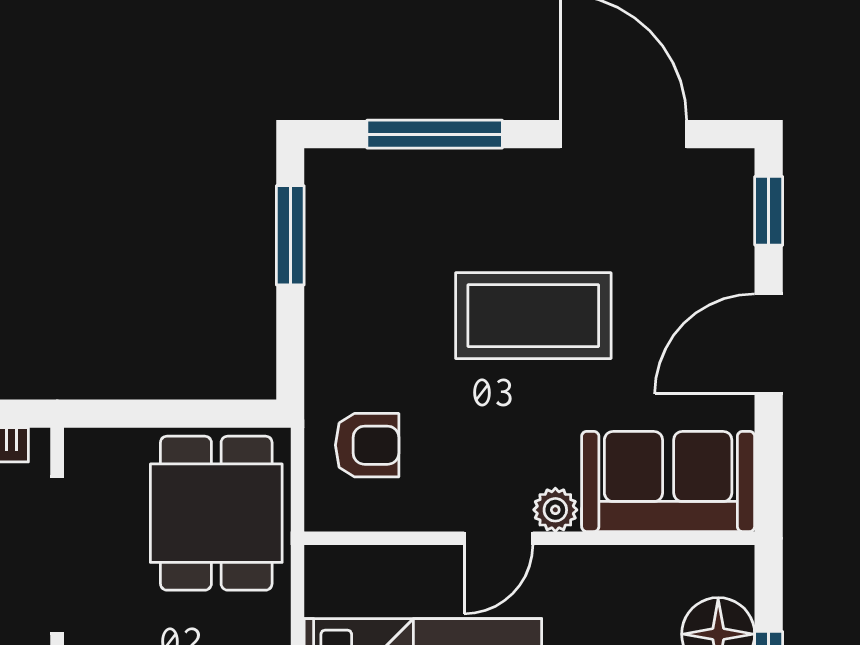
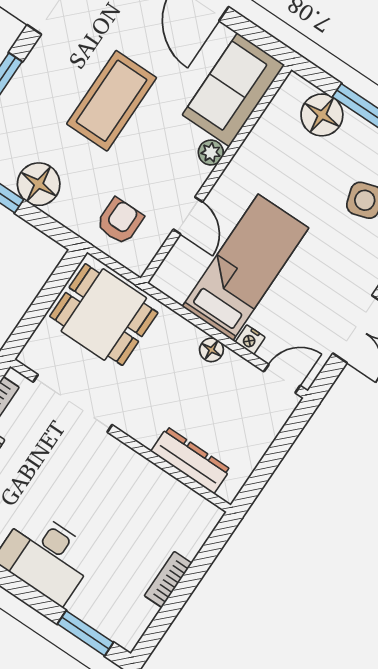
floor lamp: (341, 291) -> (39, 184), added
door: (498, 538) -> (188, 216), moved

